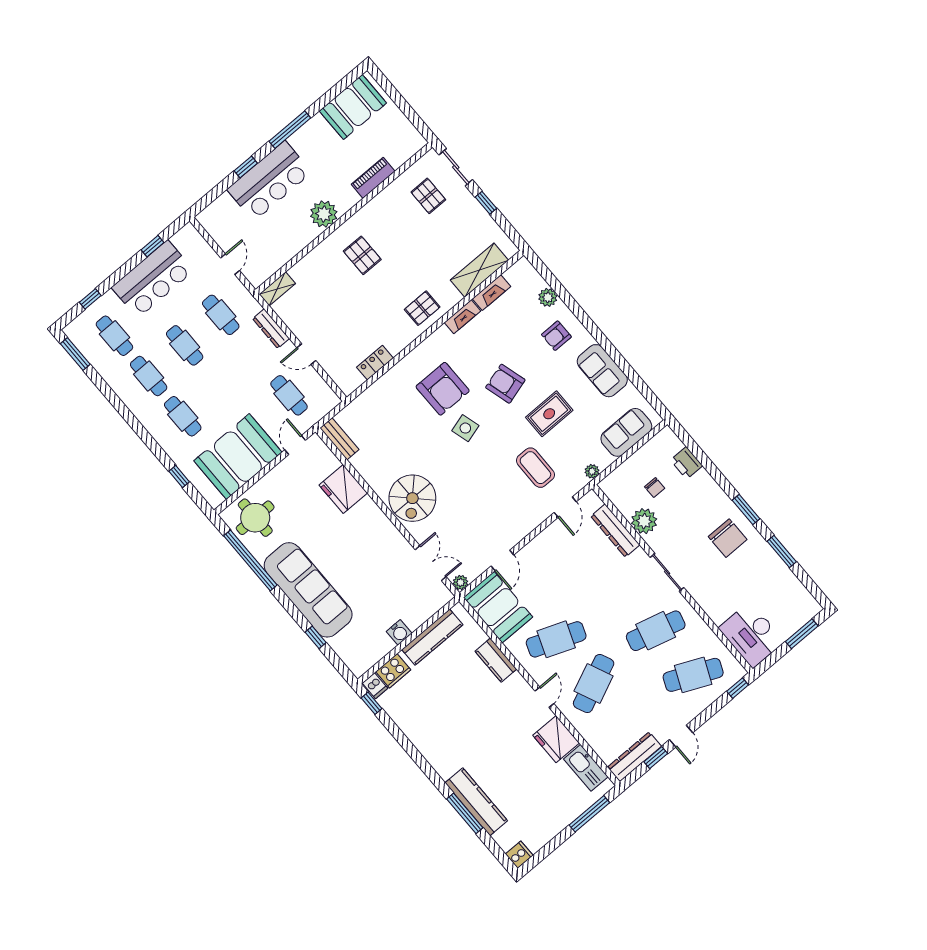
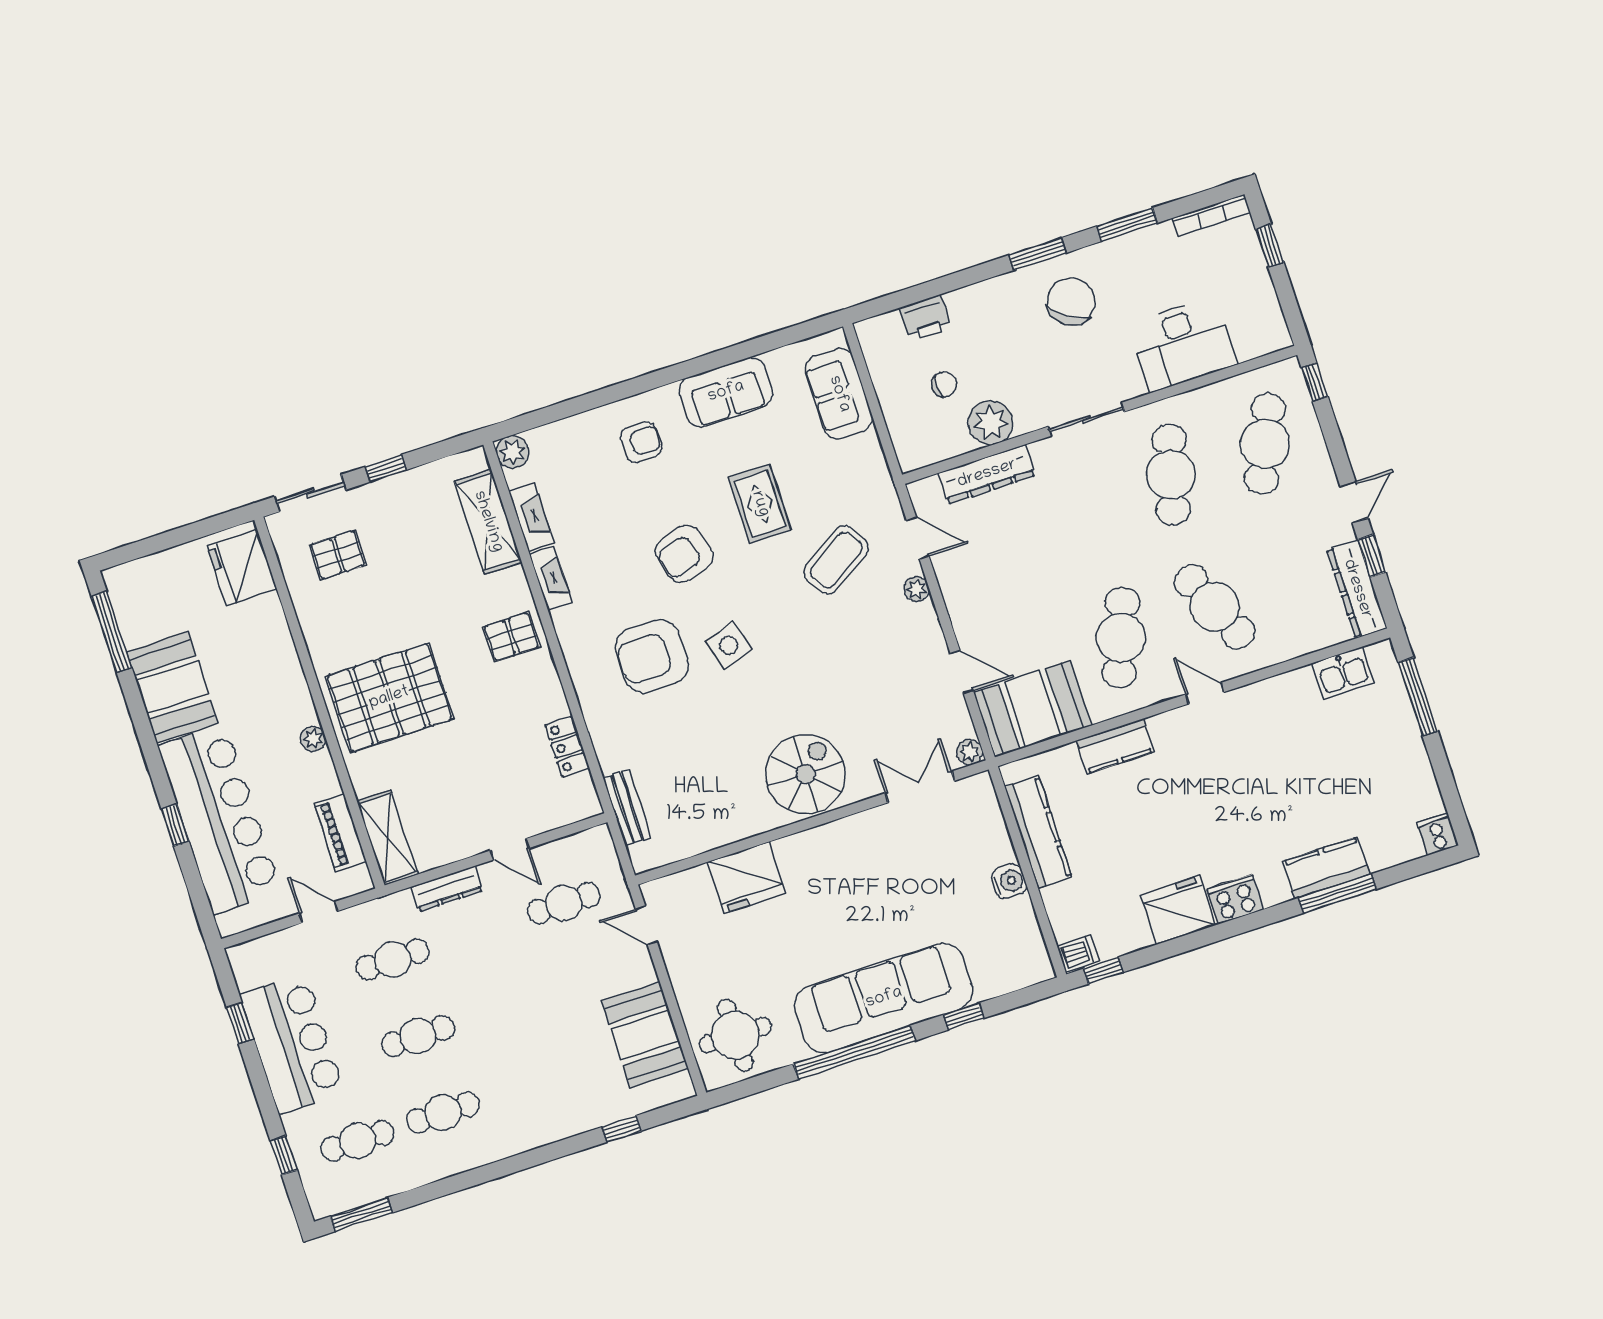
booth: (353, 107) -> (172, 688), moved
window: (290, 130) -> (112, 632), moved
fridge: (400, 147) -> (242, 568), added
piano: (373, 178) -> (340, 832), moved
bar counter: (269, 181) -> (220, 819), width x1.36
plant: (324, 214) -> (313, 739), width x0.53, depth x0.53
pallet: (362, 255) -> (389, 698), width x2.05, depth x2.00
shelving: (277, 289) -> (387, 838), width x1.50, depth x1.33
plant: (548, 297) -> (513, 452), moved
pallet: (422, 308) -> (512, 637), turned 90
armchair: (556, 336) -> (641, 442), turned -90
door: (306, 354) -> (510, 849), hinge flipped
armchair: (443, 389) -> (652, 656), turned 180
cafe table: (183, 416) -> (529, 1085), removed
bench: (339, 439) -> (627, 808), moved, turned 90
booth: (238, 457) -> (645, 1035), width x0.73, depth x0.70
coffee table: (535, 468) -> (836, 560), turned -33
plant: (592, 471) -> (917, 589), moved
spiral stairs: (412, 498) -> (805, 774), turned -90
chair: (728, 538) -> (1071, 301), turned -57
window: (250, 560) -> (854, 1052), moved
bookcase: (805, 595) -> (1211, 215), added
window: (802, 634) -> (1270, 246), width x0.67
desk: (751, 635) -> (1183, 344), moved
cooker: (393, 671) -> (1235, 899), moved, turned -90
door: (681, 736) -> (1354, 502), hinge flipped
fridge: (556, 739) -> (1178, 910), moved, turned 180
kitchen sink: (586, 768) -> (1343, 673), width x0.73
kitchen counter: (476, 802) -> (1326, 868), width x0.67

